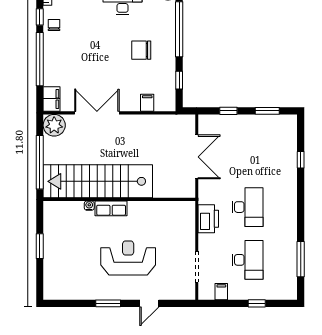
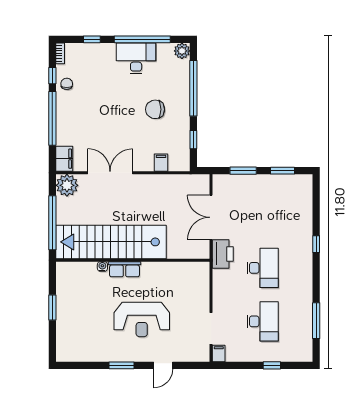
window: (228, 111) -> (243, 171), width x1.50
double door: (197, 157) -> (211, 217), swing flipped
window: (301, 160) -> (316, 244), moved
printer: (208, 219) -> (223, 254), moved
reception desk: (128, 258) -> (142, 319), turned 180
filing cabinet: (221, 292) -> (219, 354), moved

